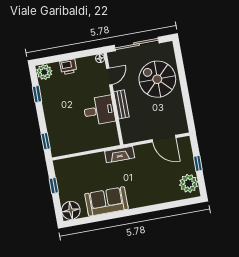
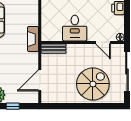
bench: (121, 104) -> (54, 49), moved

